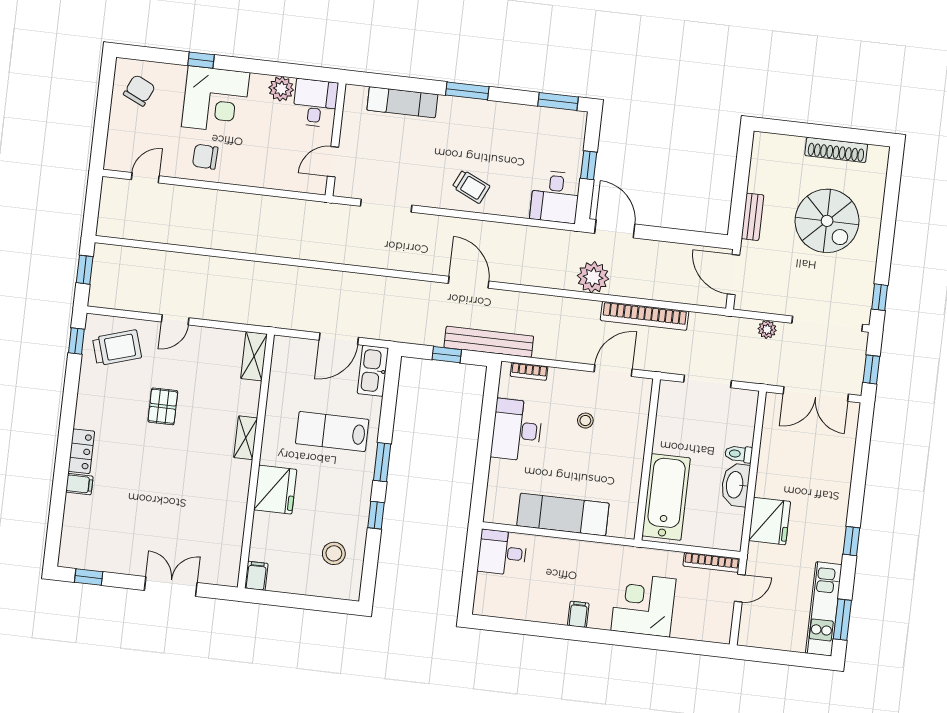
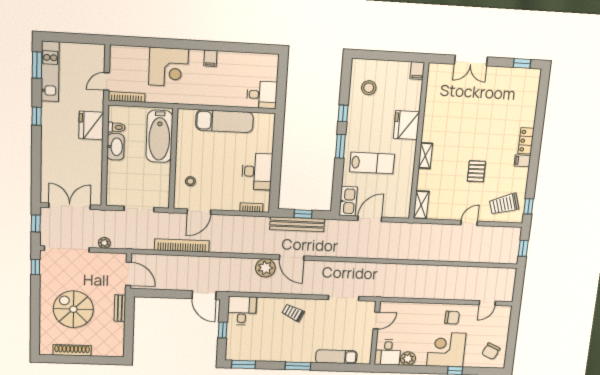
plant: (593, 277) -> (265, 268), moved
bench: (489, 342) -> (297, 224), moved
stool: (585, 421) -> (190, 181), moved
toilet: (739, 454) -> (116, 127), moved
filing cabinet: (79, 484) -> (522, 161), moved

